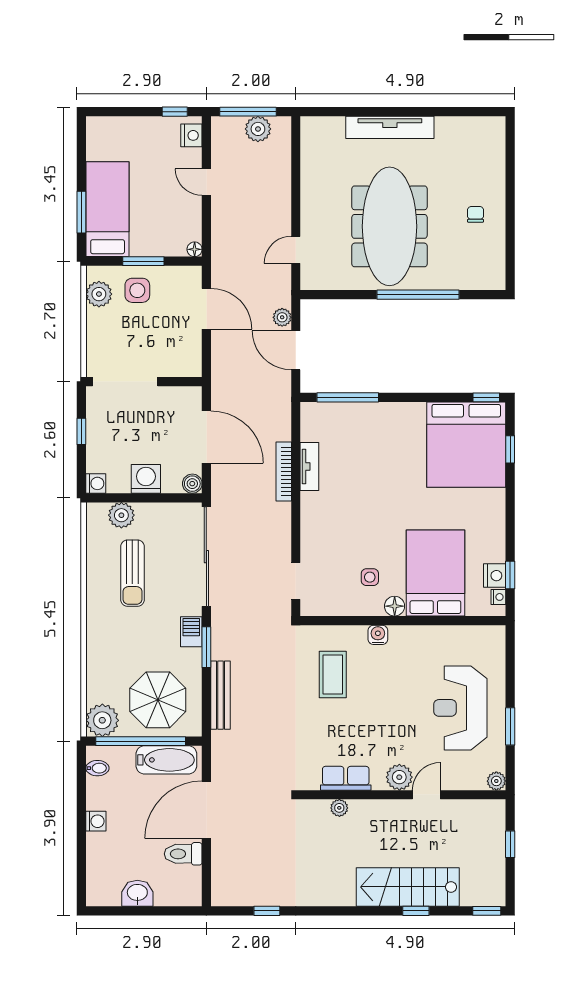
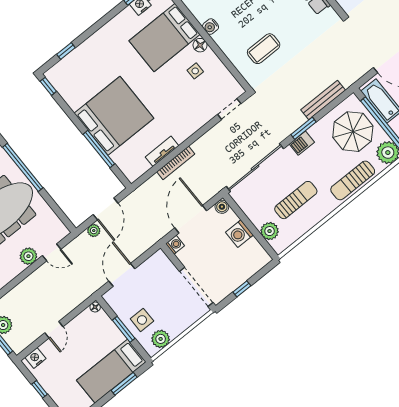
window: (175, 112) -> (40, 389), moved
plant: (313, 220) -> (28, 256), added
window: (348, 397) -> (99, 149), moved
bed: (466, 445) -> (114, 116), moved
washing machine: (96, 483) -> (175, 245), moved, turned 90
water cooler: (378, 635) -> (211, 27), moved
sun lounger: (103, 655) -> (353, 180), added

